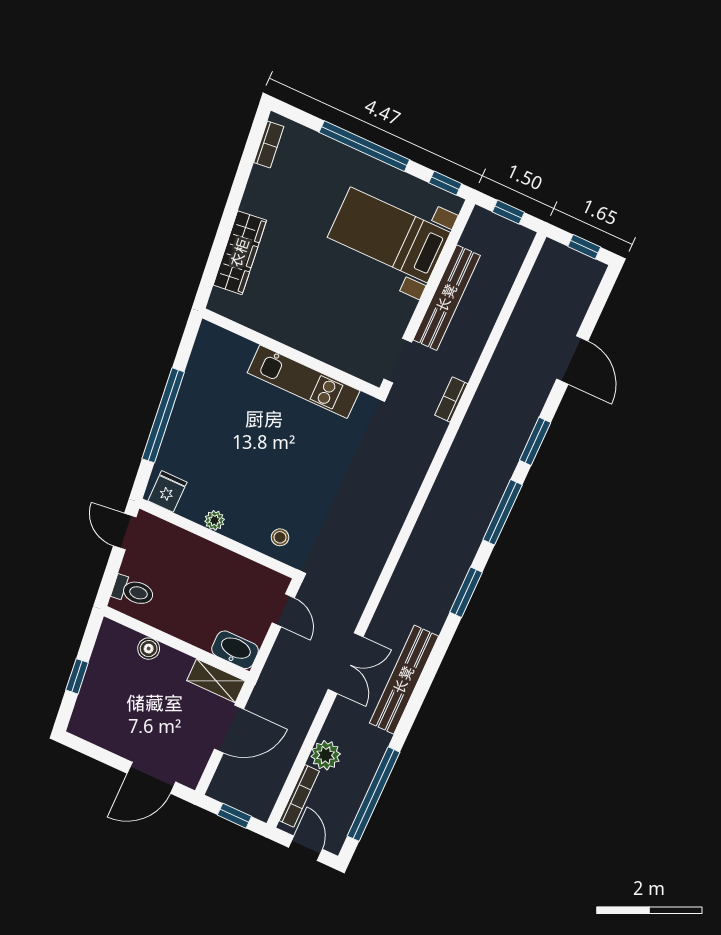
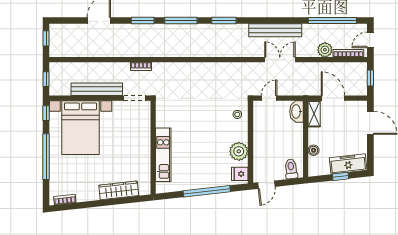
bed with nightstands: (389, 235) -> (81, 128), width x1.36
kitchen unit: (304, 382) -> (163, 155), moved
plant: (215, 520) -> (239, 151), width x1.88, depth x1.88
freezer: (94, 701) -> (348, 164), added

